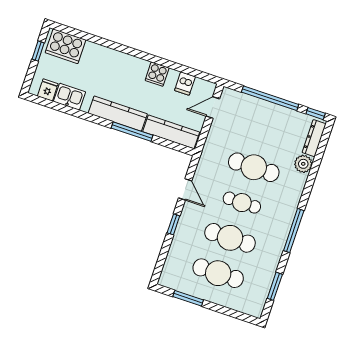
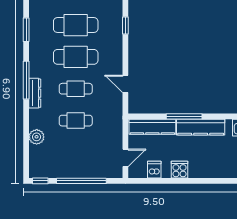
dresser: (314, 138) -> (35, 93), moved
cafe table: (254, 167) -> (76, 121), width x0.73, depth x0.74
window: (173, 224) -> (125, 26), moved

